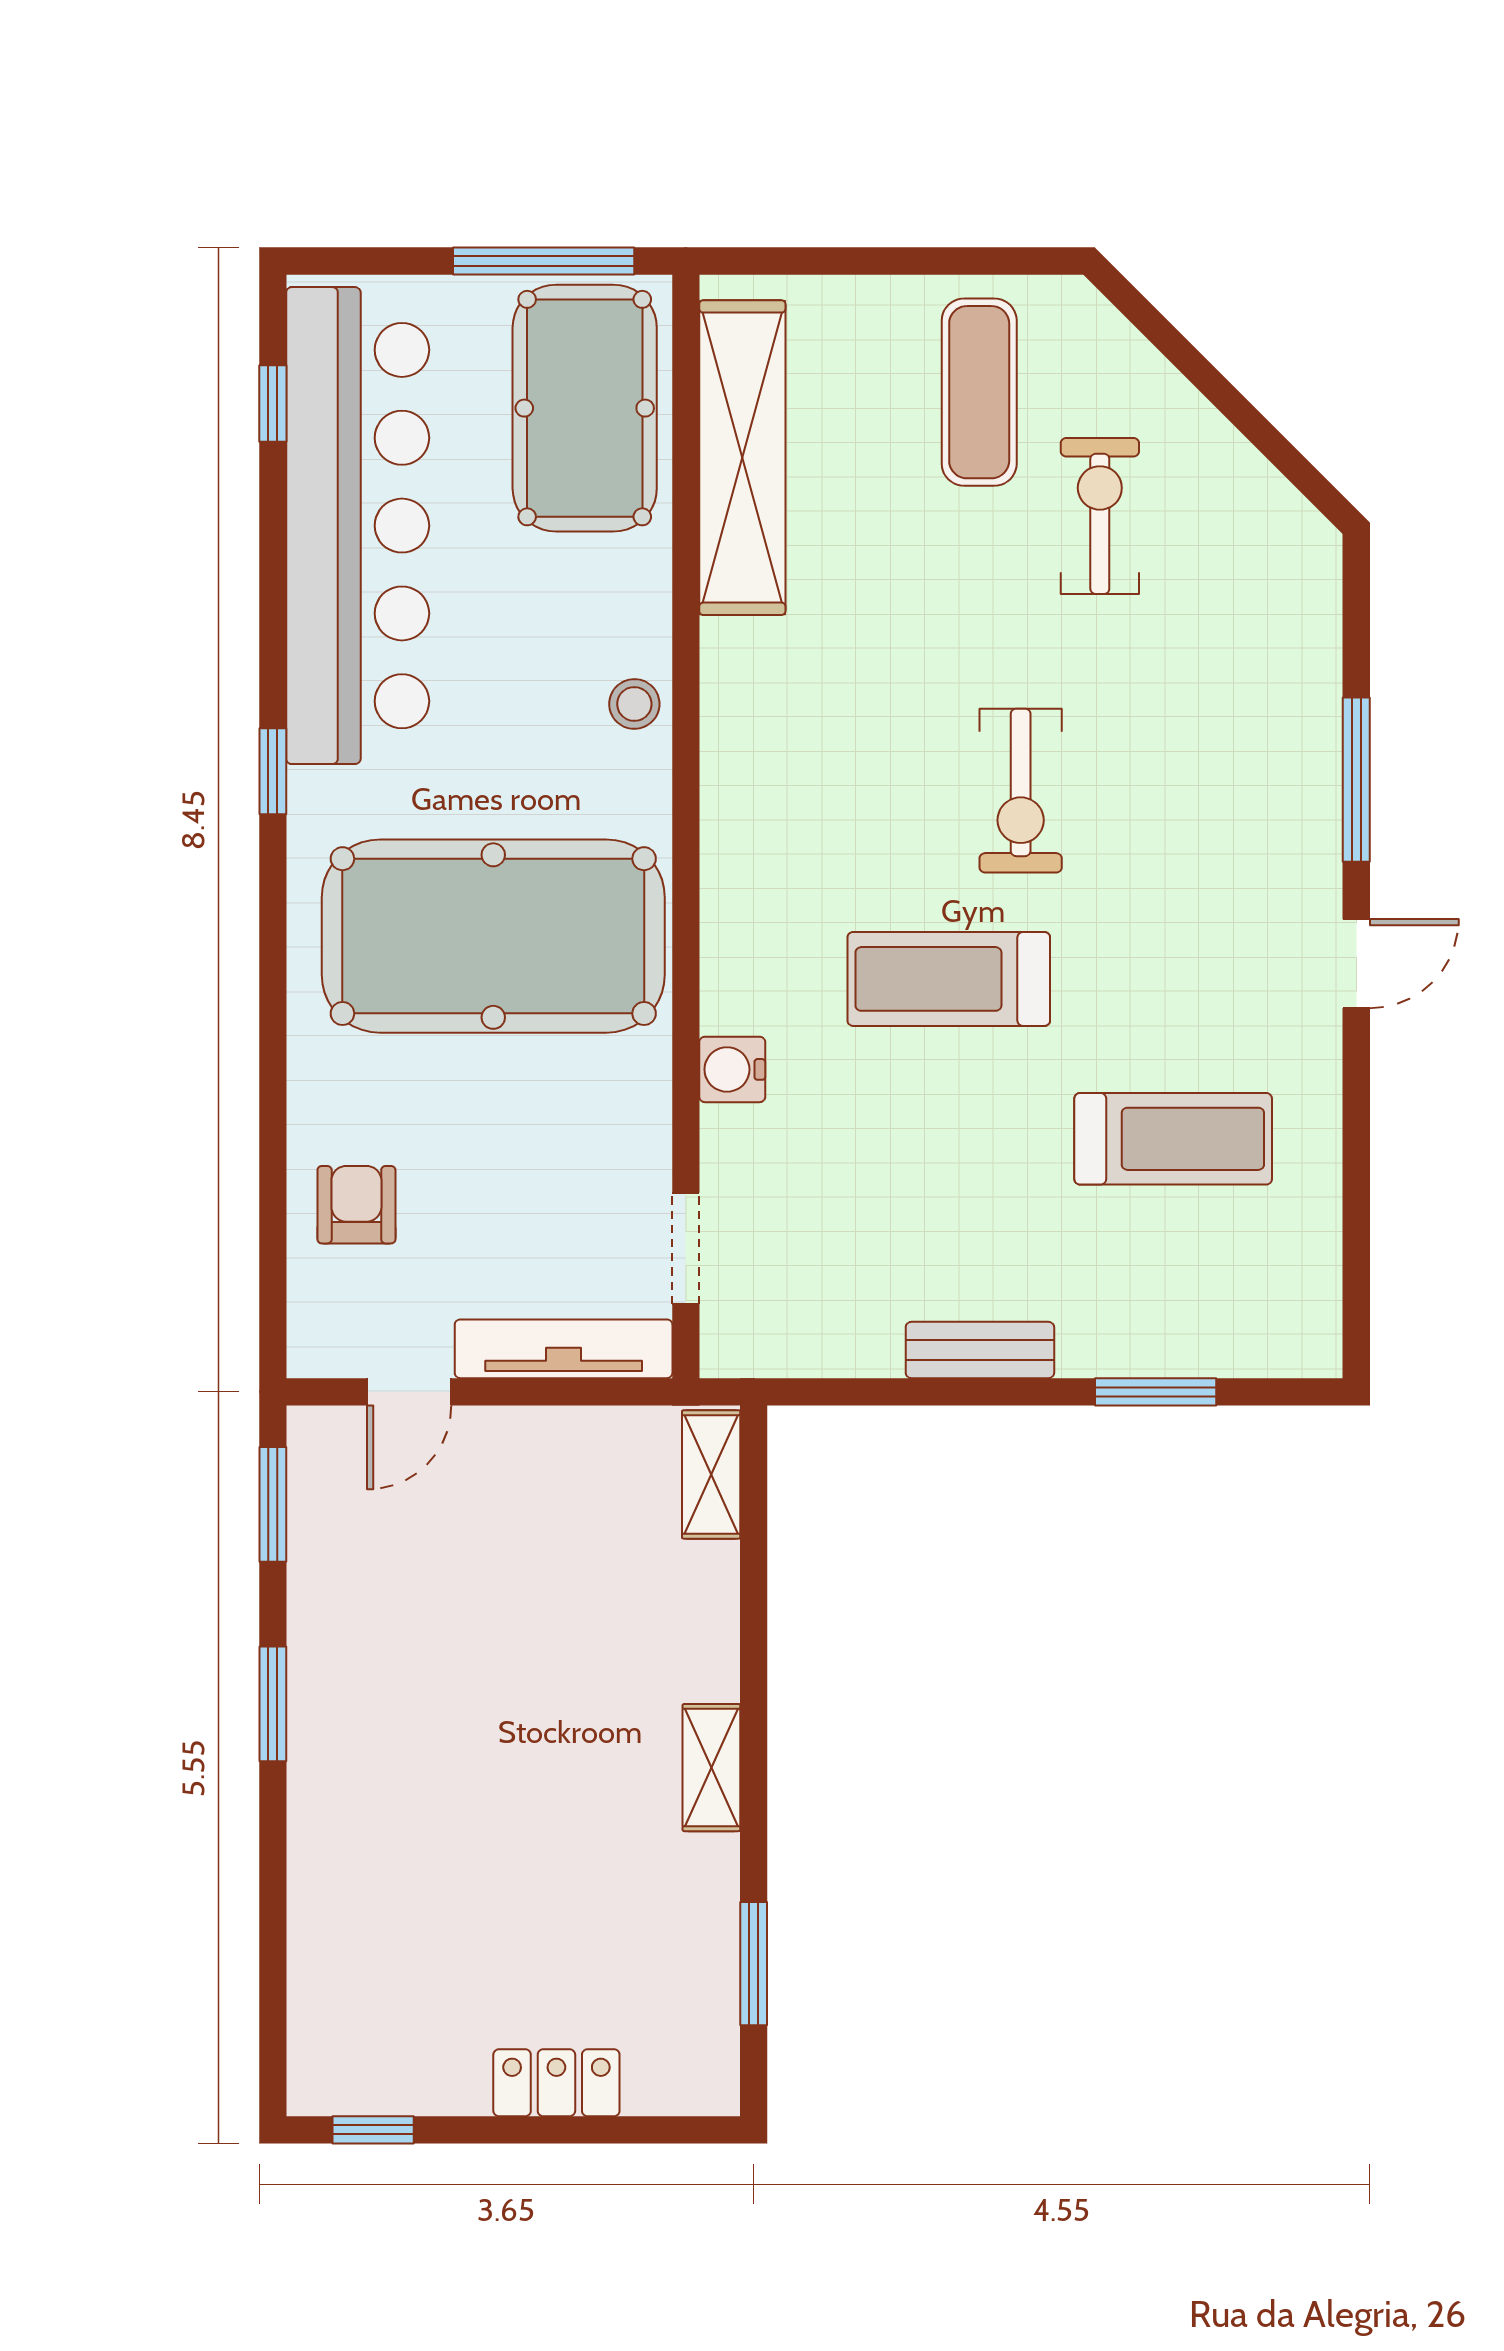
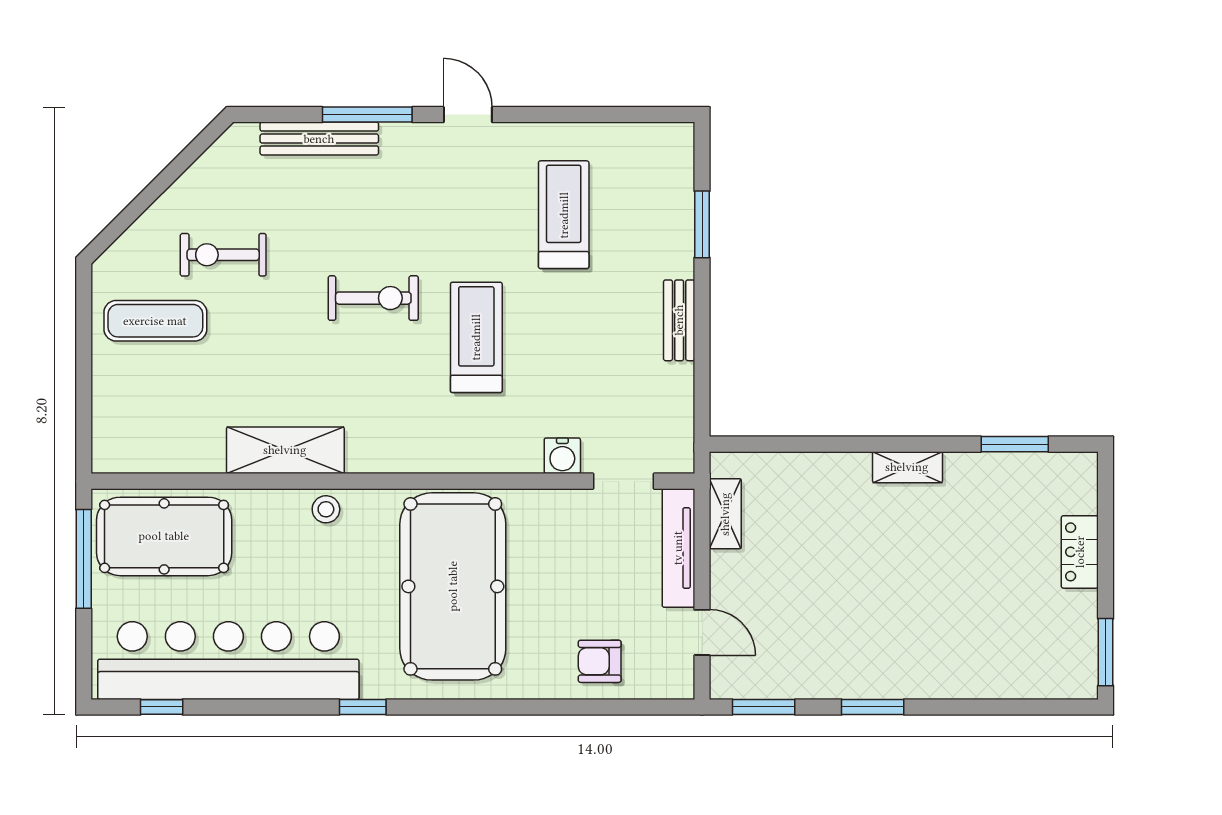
shelving: (742, 458) -> (285, 450), moved, width x0.68
bench: (1312, 692) -> (319, 139), added
treadmill: (949, 979) -> (476, 337), turned 180
water cooler: (732, 1069) -> (562, 456), moved
shelving: (711, 1474) -> (725, 514), moved, turned 90
window: (373, 2130) -> (1106, 652), width x1.50

